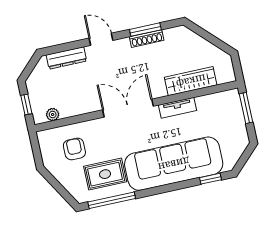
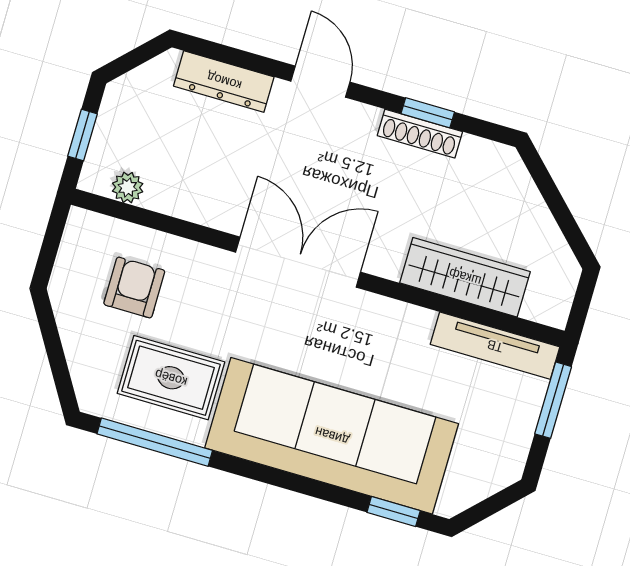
window: (145, 30) -> (428, 113), width x0.67
tv unit: (178, 108) -> (495, 346), moved, width x1.41

